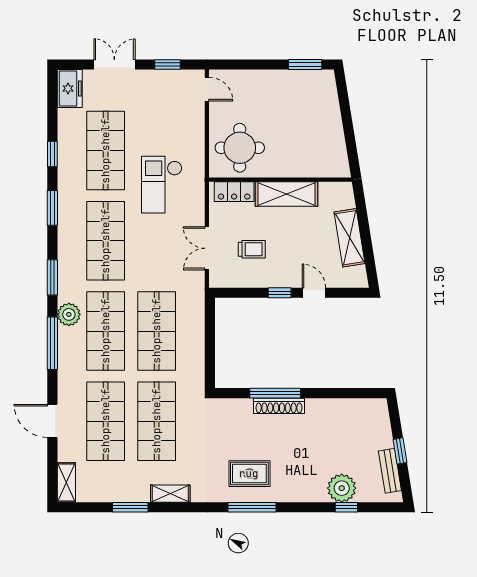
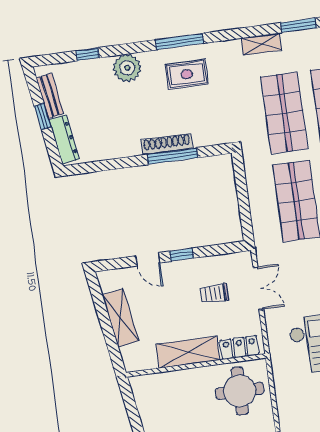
dresser: (382, 425) -> (64, 139), added
plant: (342, 488) -> (127, 68), moved

